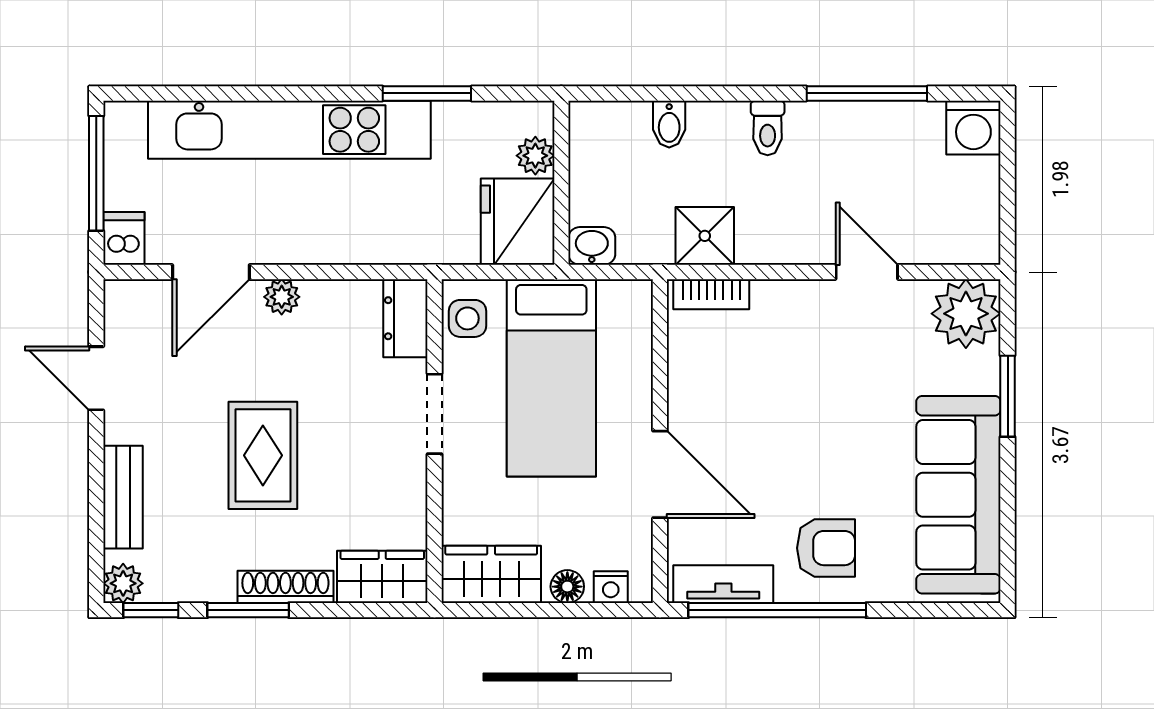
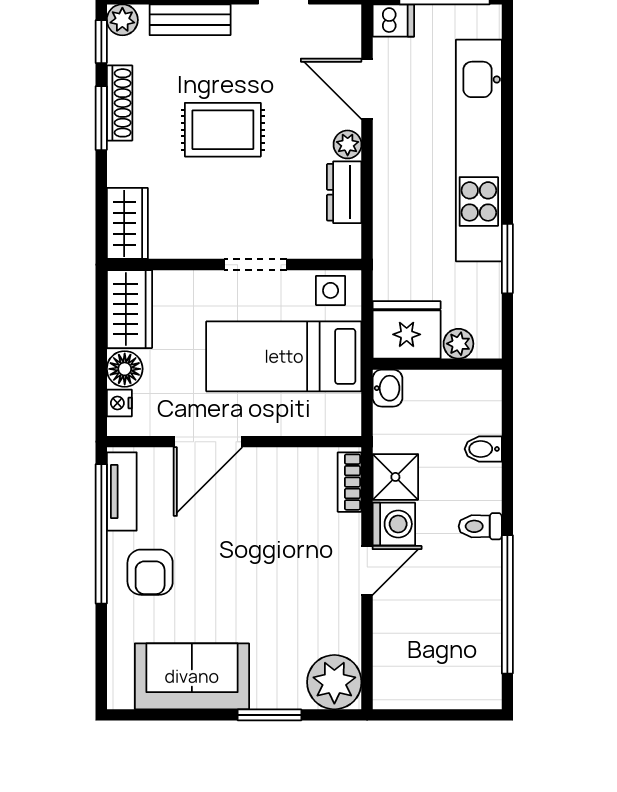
window: (867, 93) -> (507, 604), width x1.46
washing machine: (973, 128) -> (394, 524), moved, turned 180
door: (867, 272) -> (367, 570), moved
dresser: (405, 318) -> (344, 192), moved, turned -90
sofa: (958, 495) -> (192, 676), width x0.73
shoe rack: (285, 587) -> (120, 103), moved
floor lamp: (567, 587) -> (125, 369), width x1.37, depth x1.37

